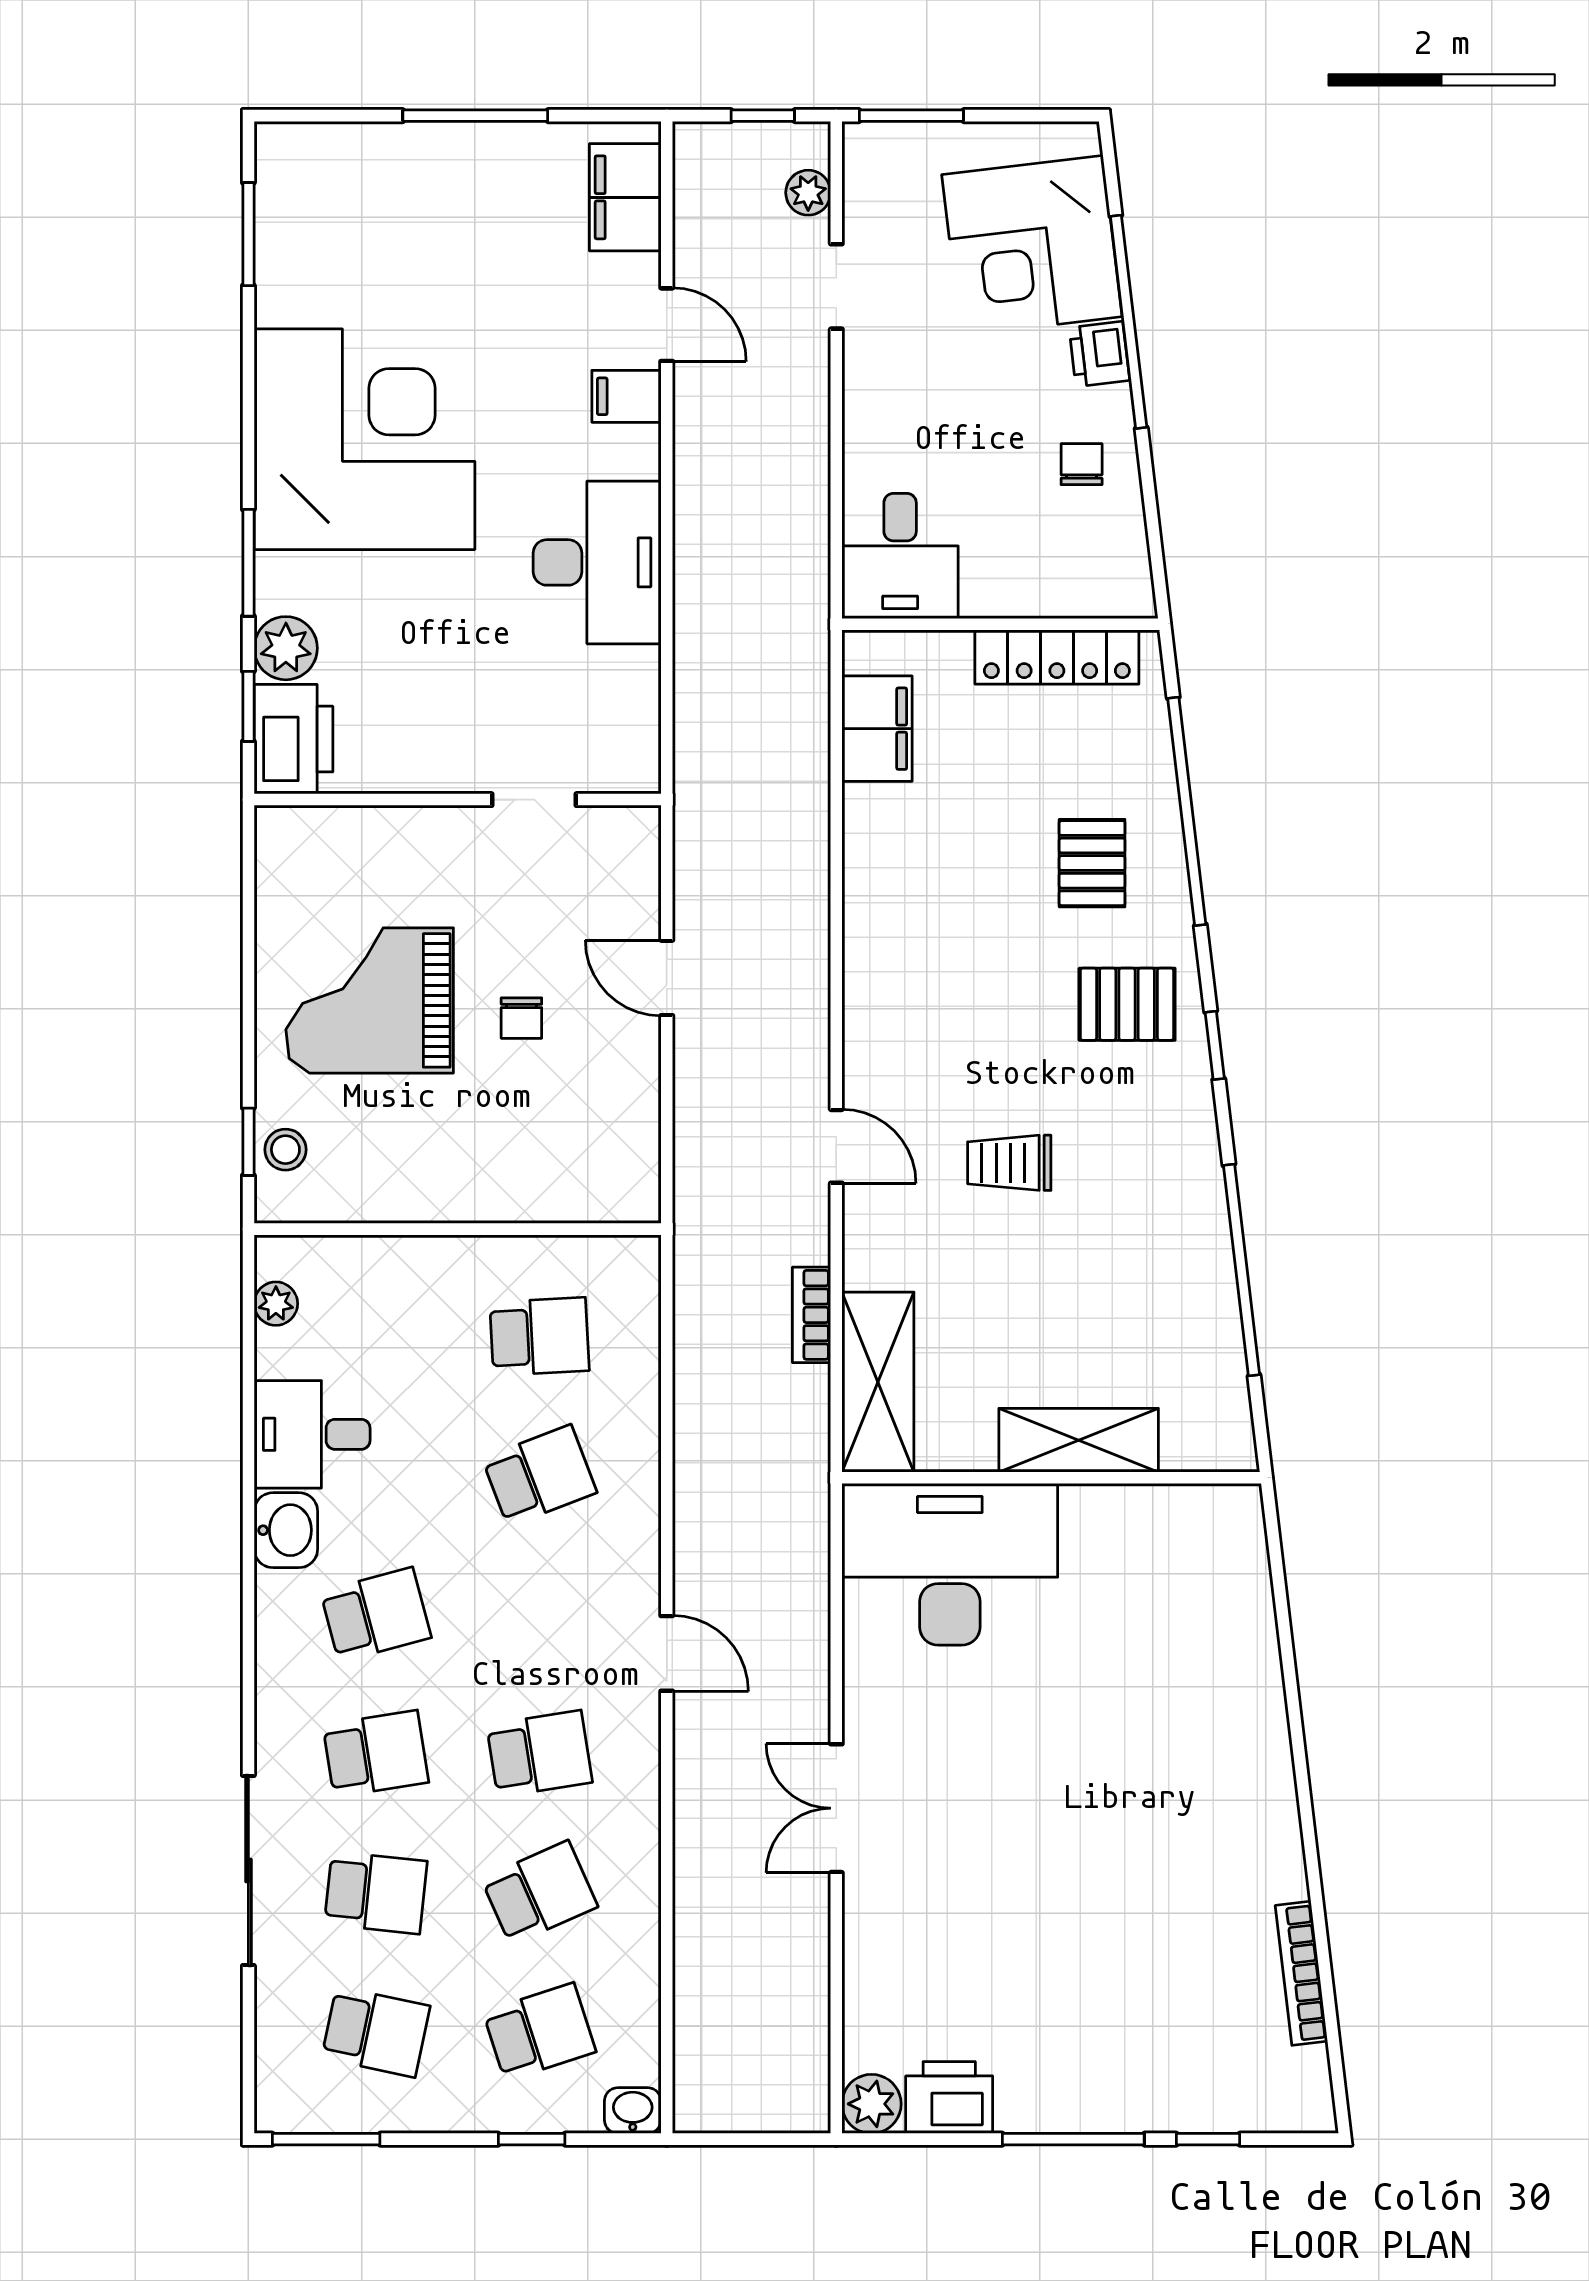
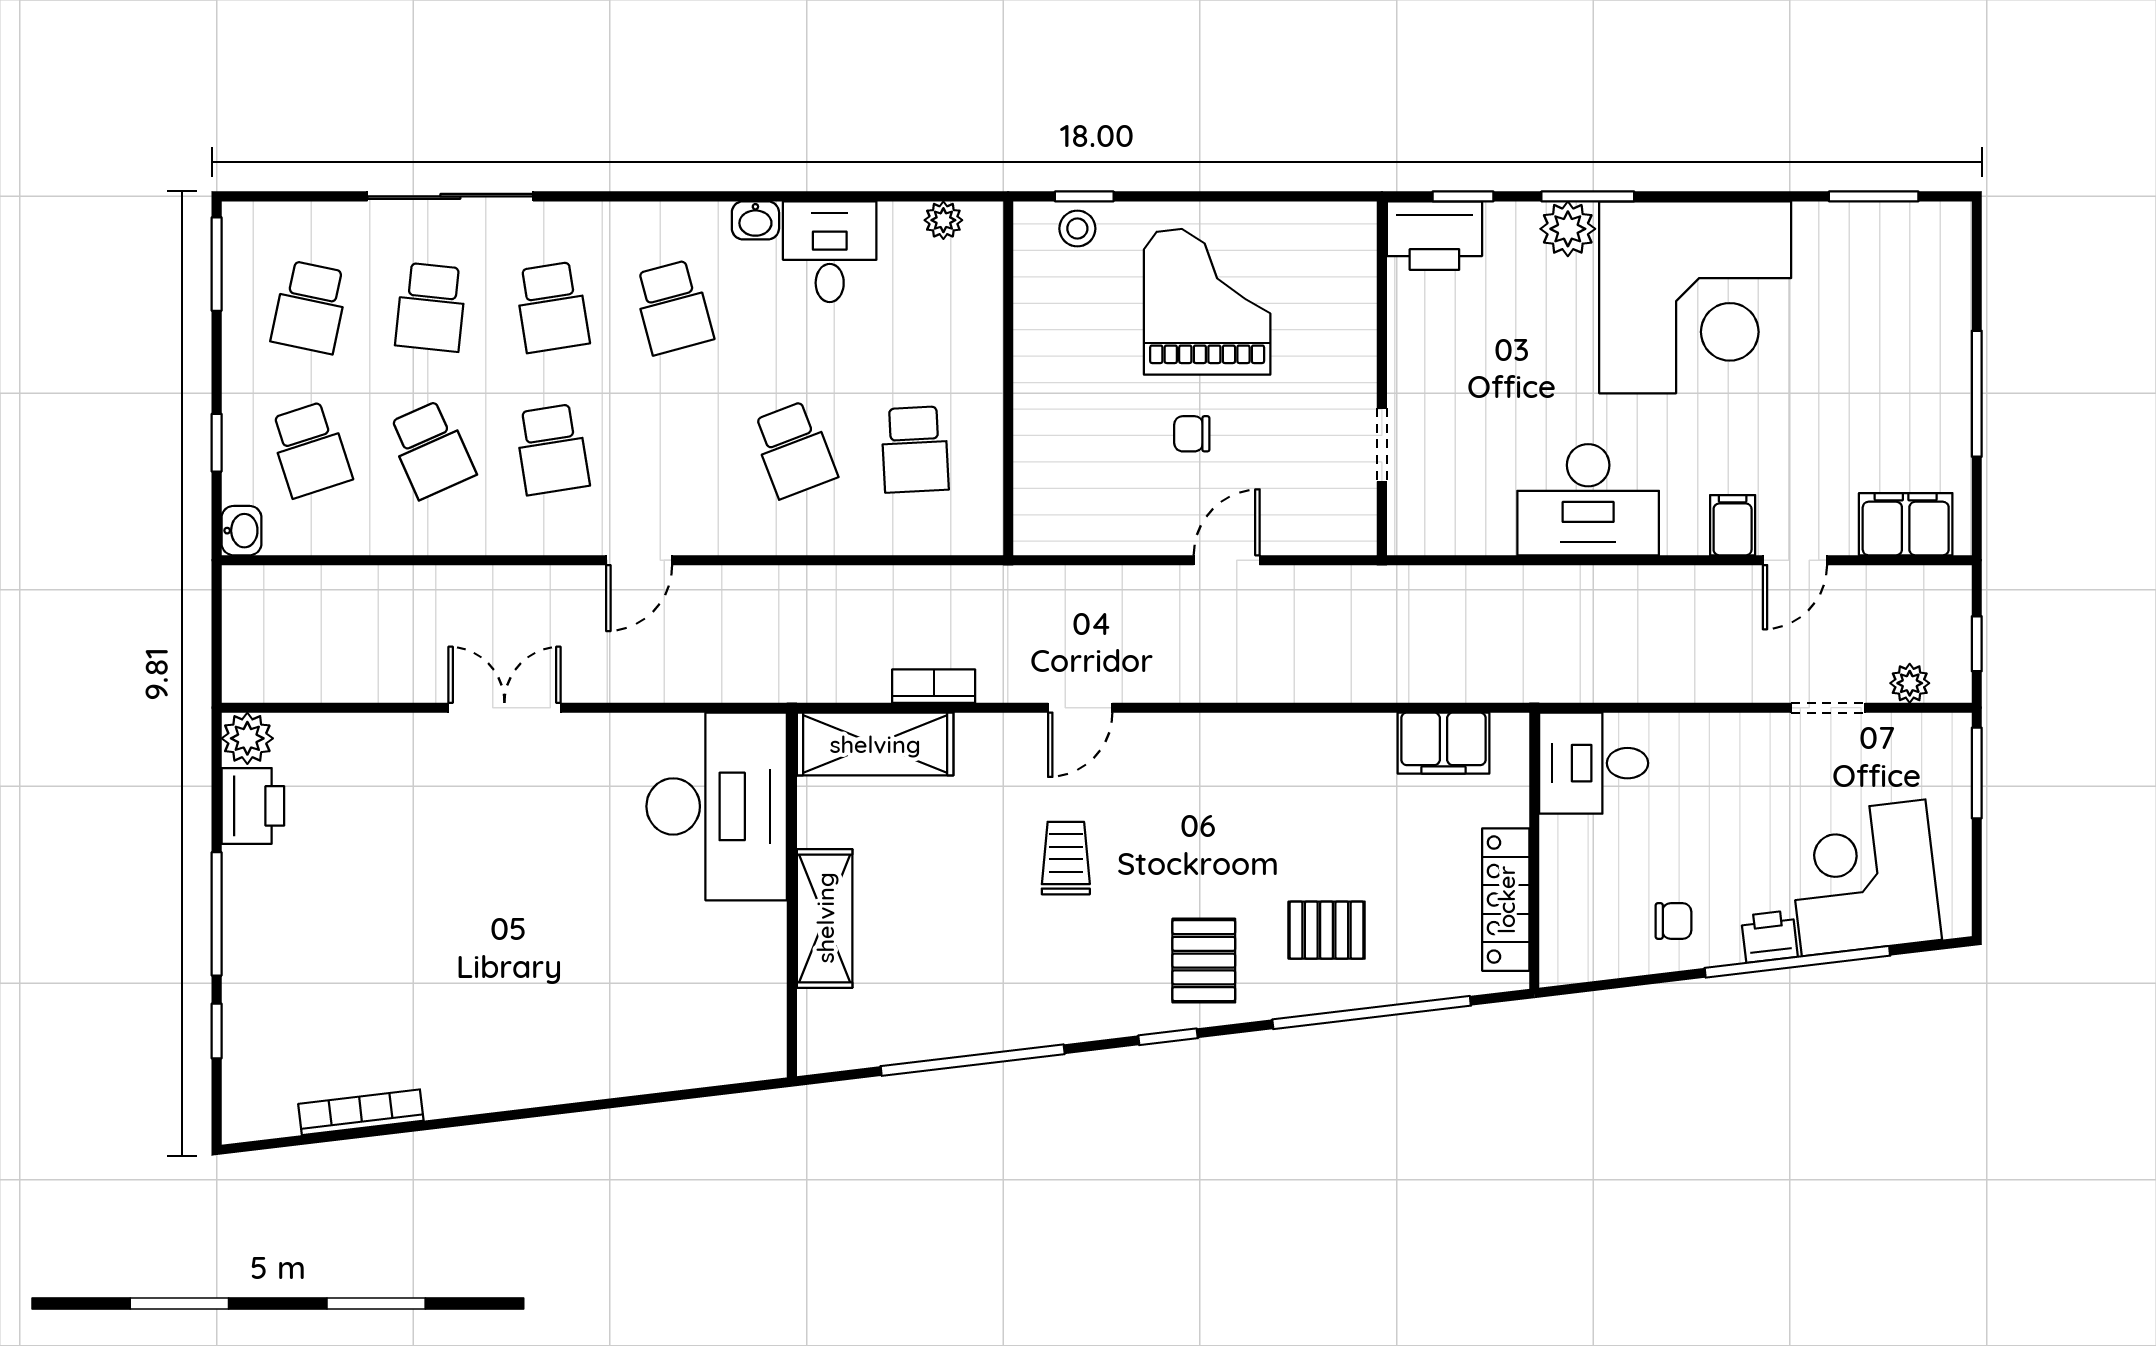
plant: (286, 648) -> (1568, 229), moved
washbasin: (286, 1530) -> (755, 220), width x0.72, depth x0.69

